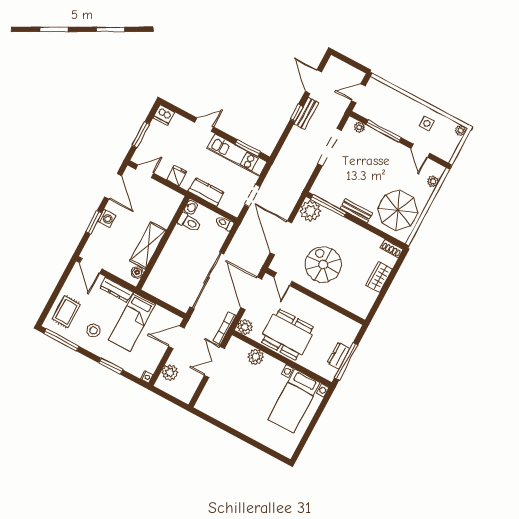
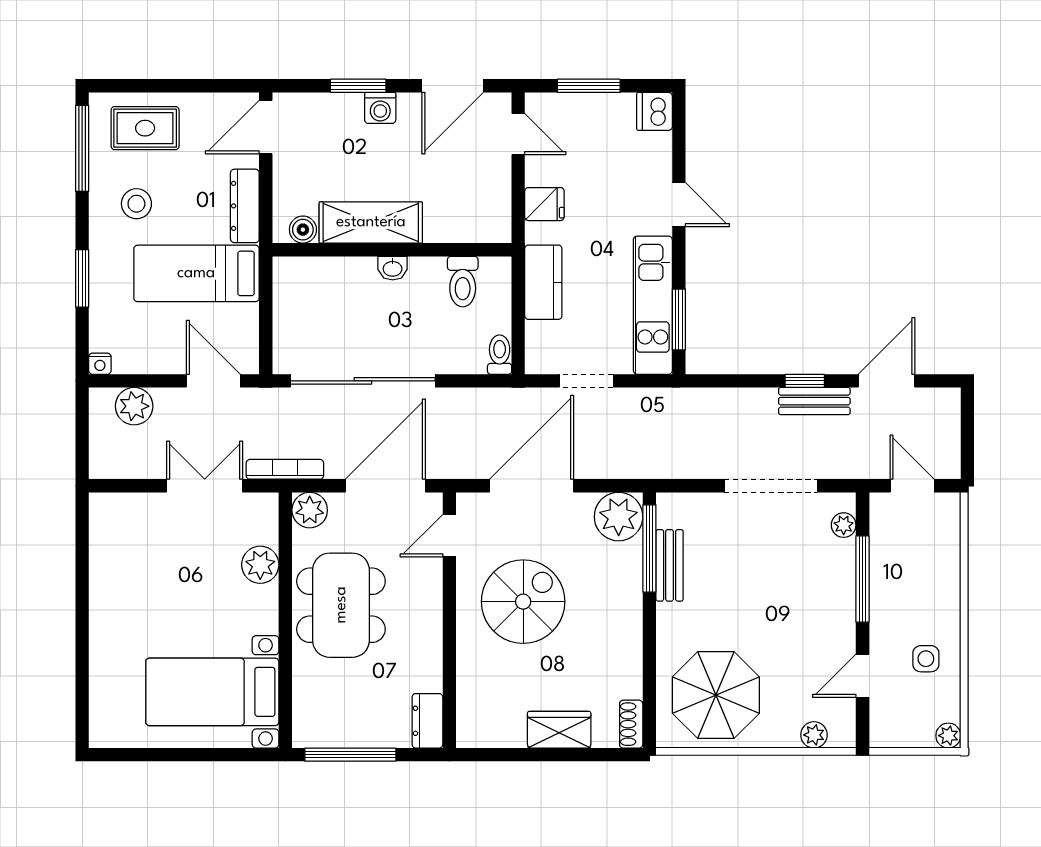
washbasin: (191, 207) -> (393, 268), moved
bench: (356, 211) -> (670, 565), moved
dresser: (339, 356) -> (427, 721), moved, turned -90

